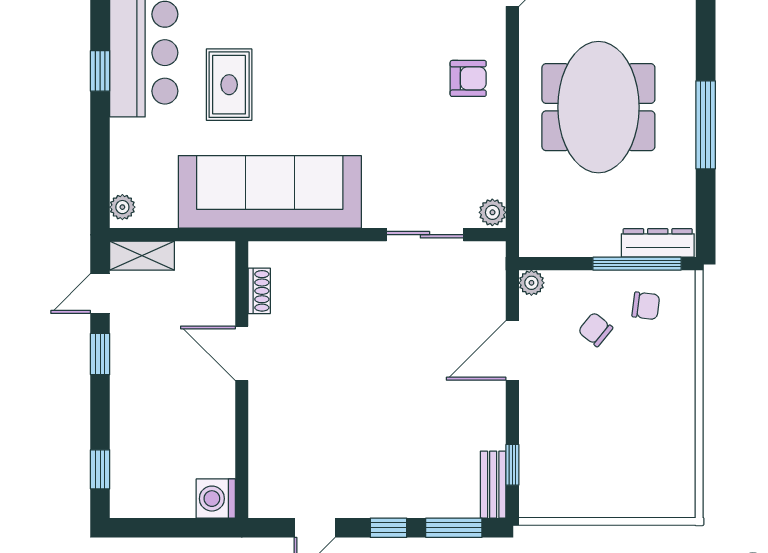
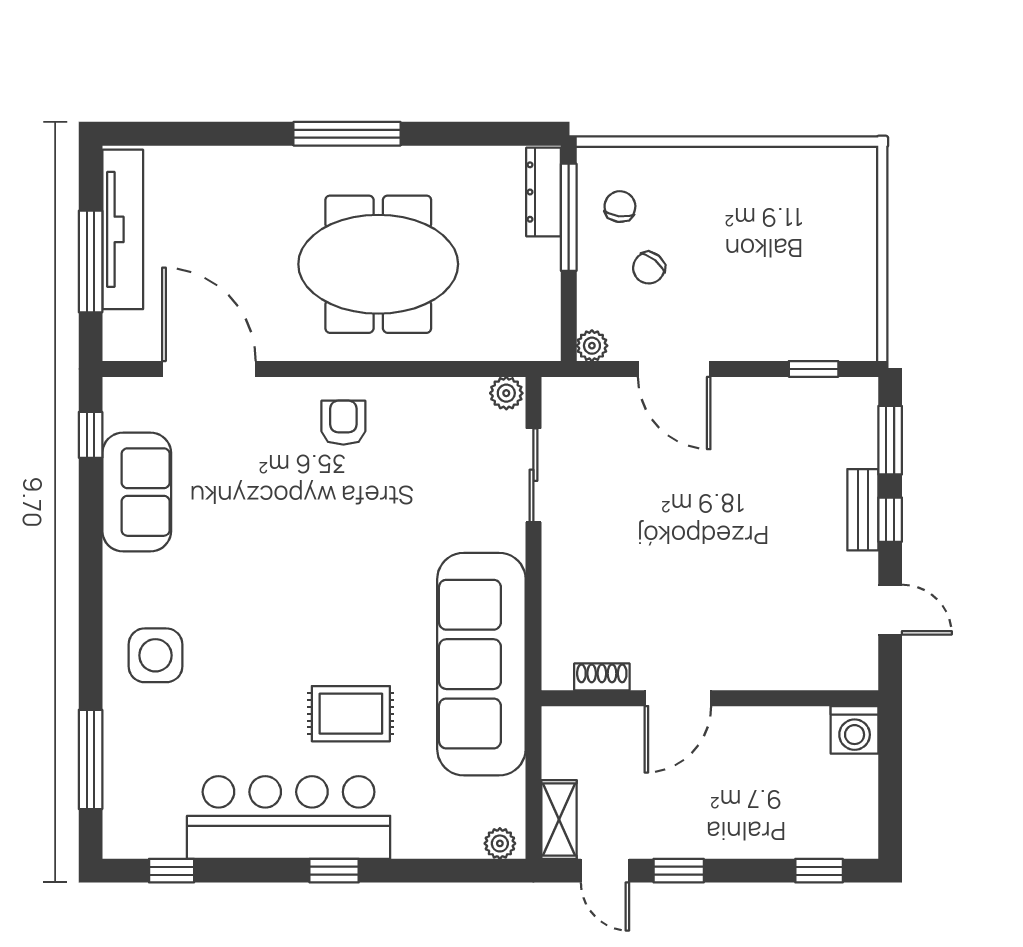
window: (706, 125) -> (347, 134), moved
bench: (493, 485) -> (863, 510), moved, turned 90

